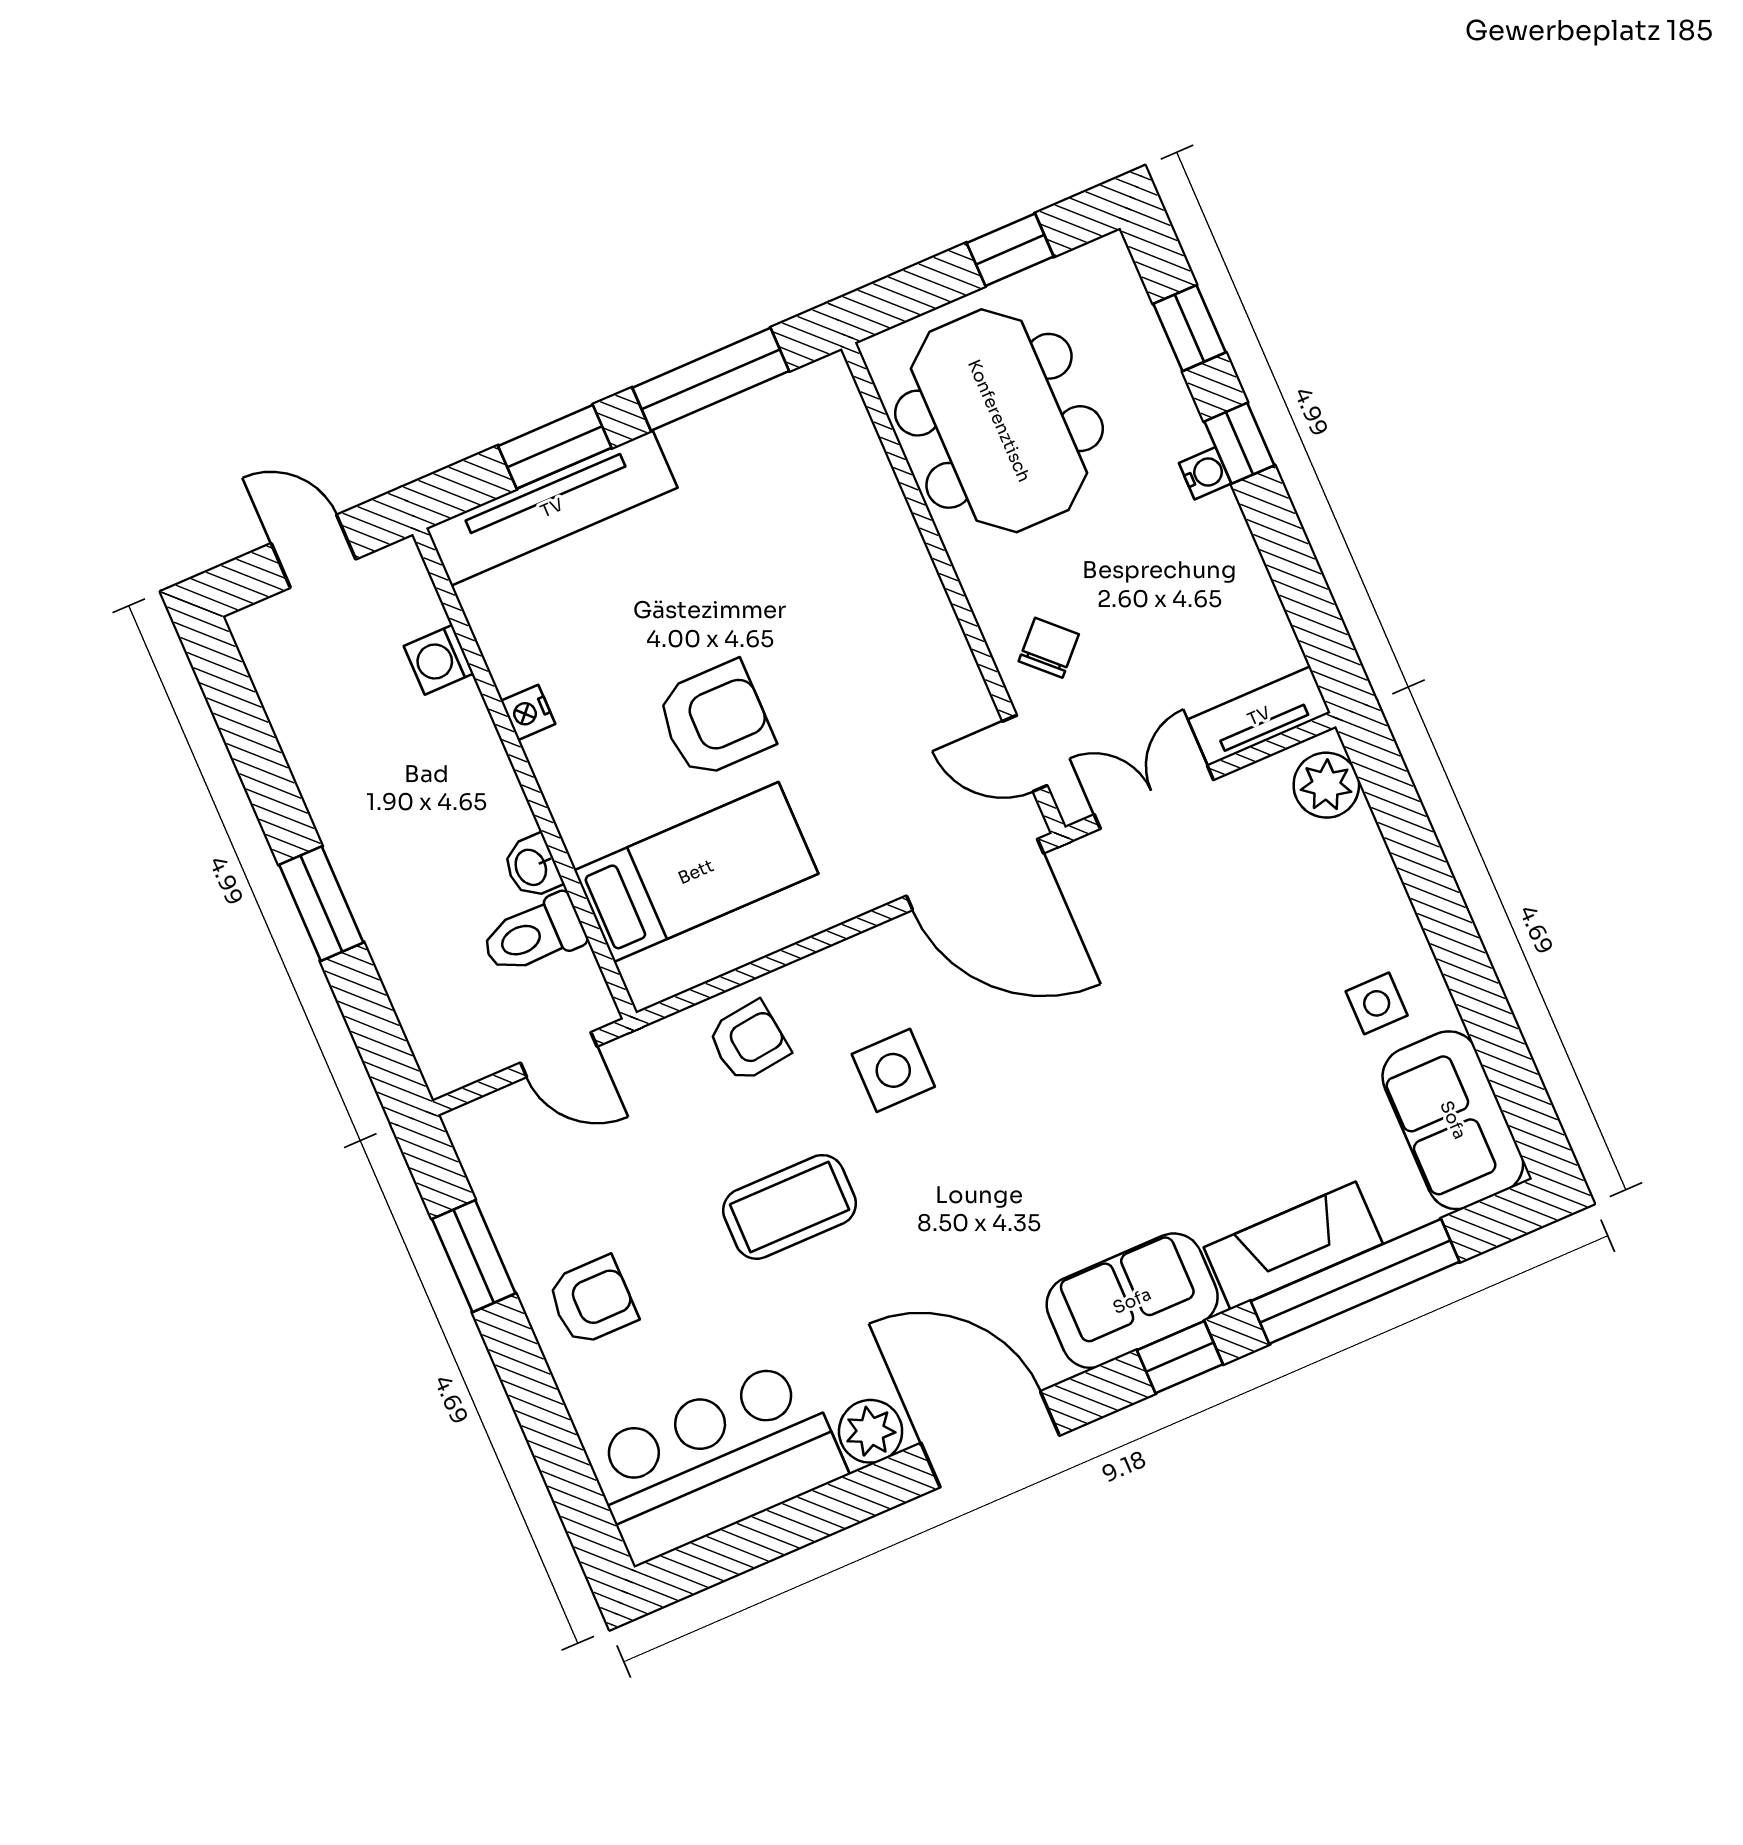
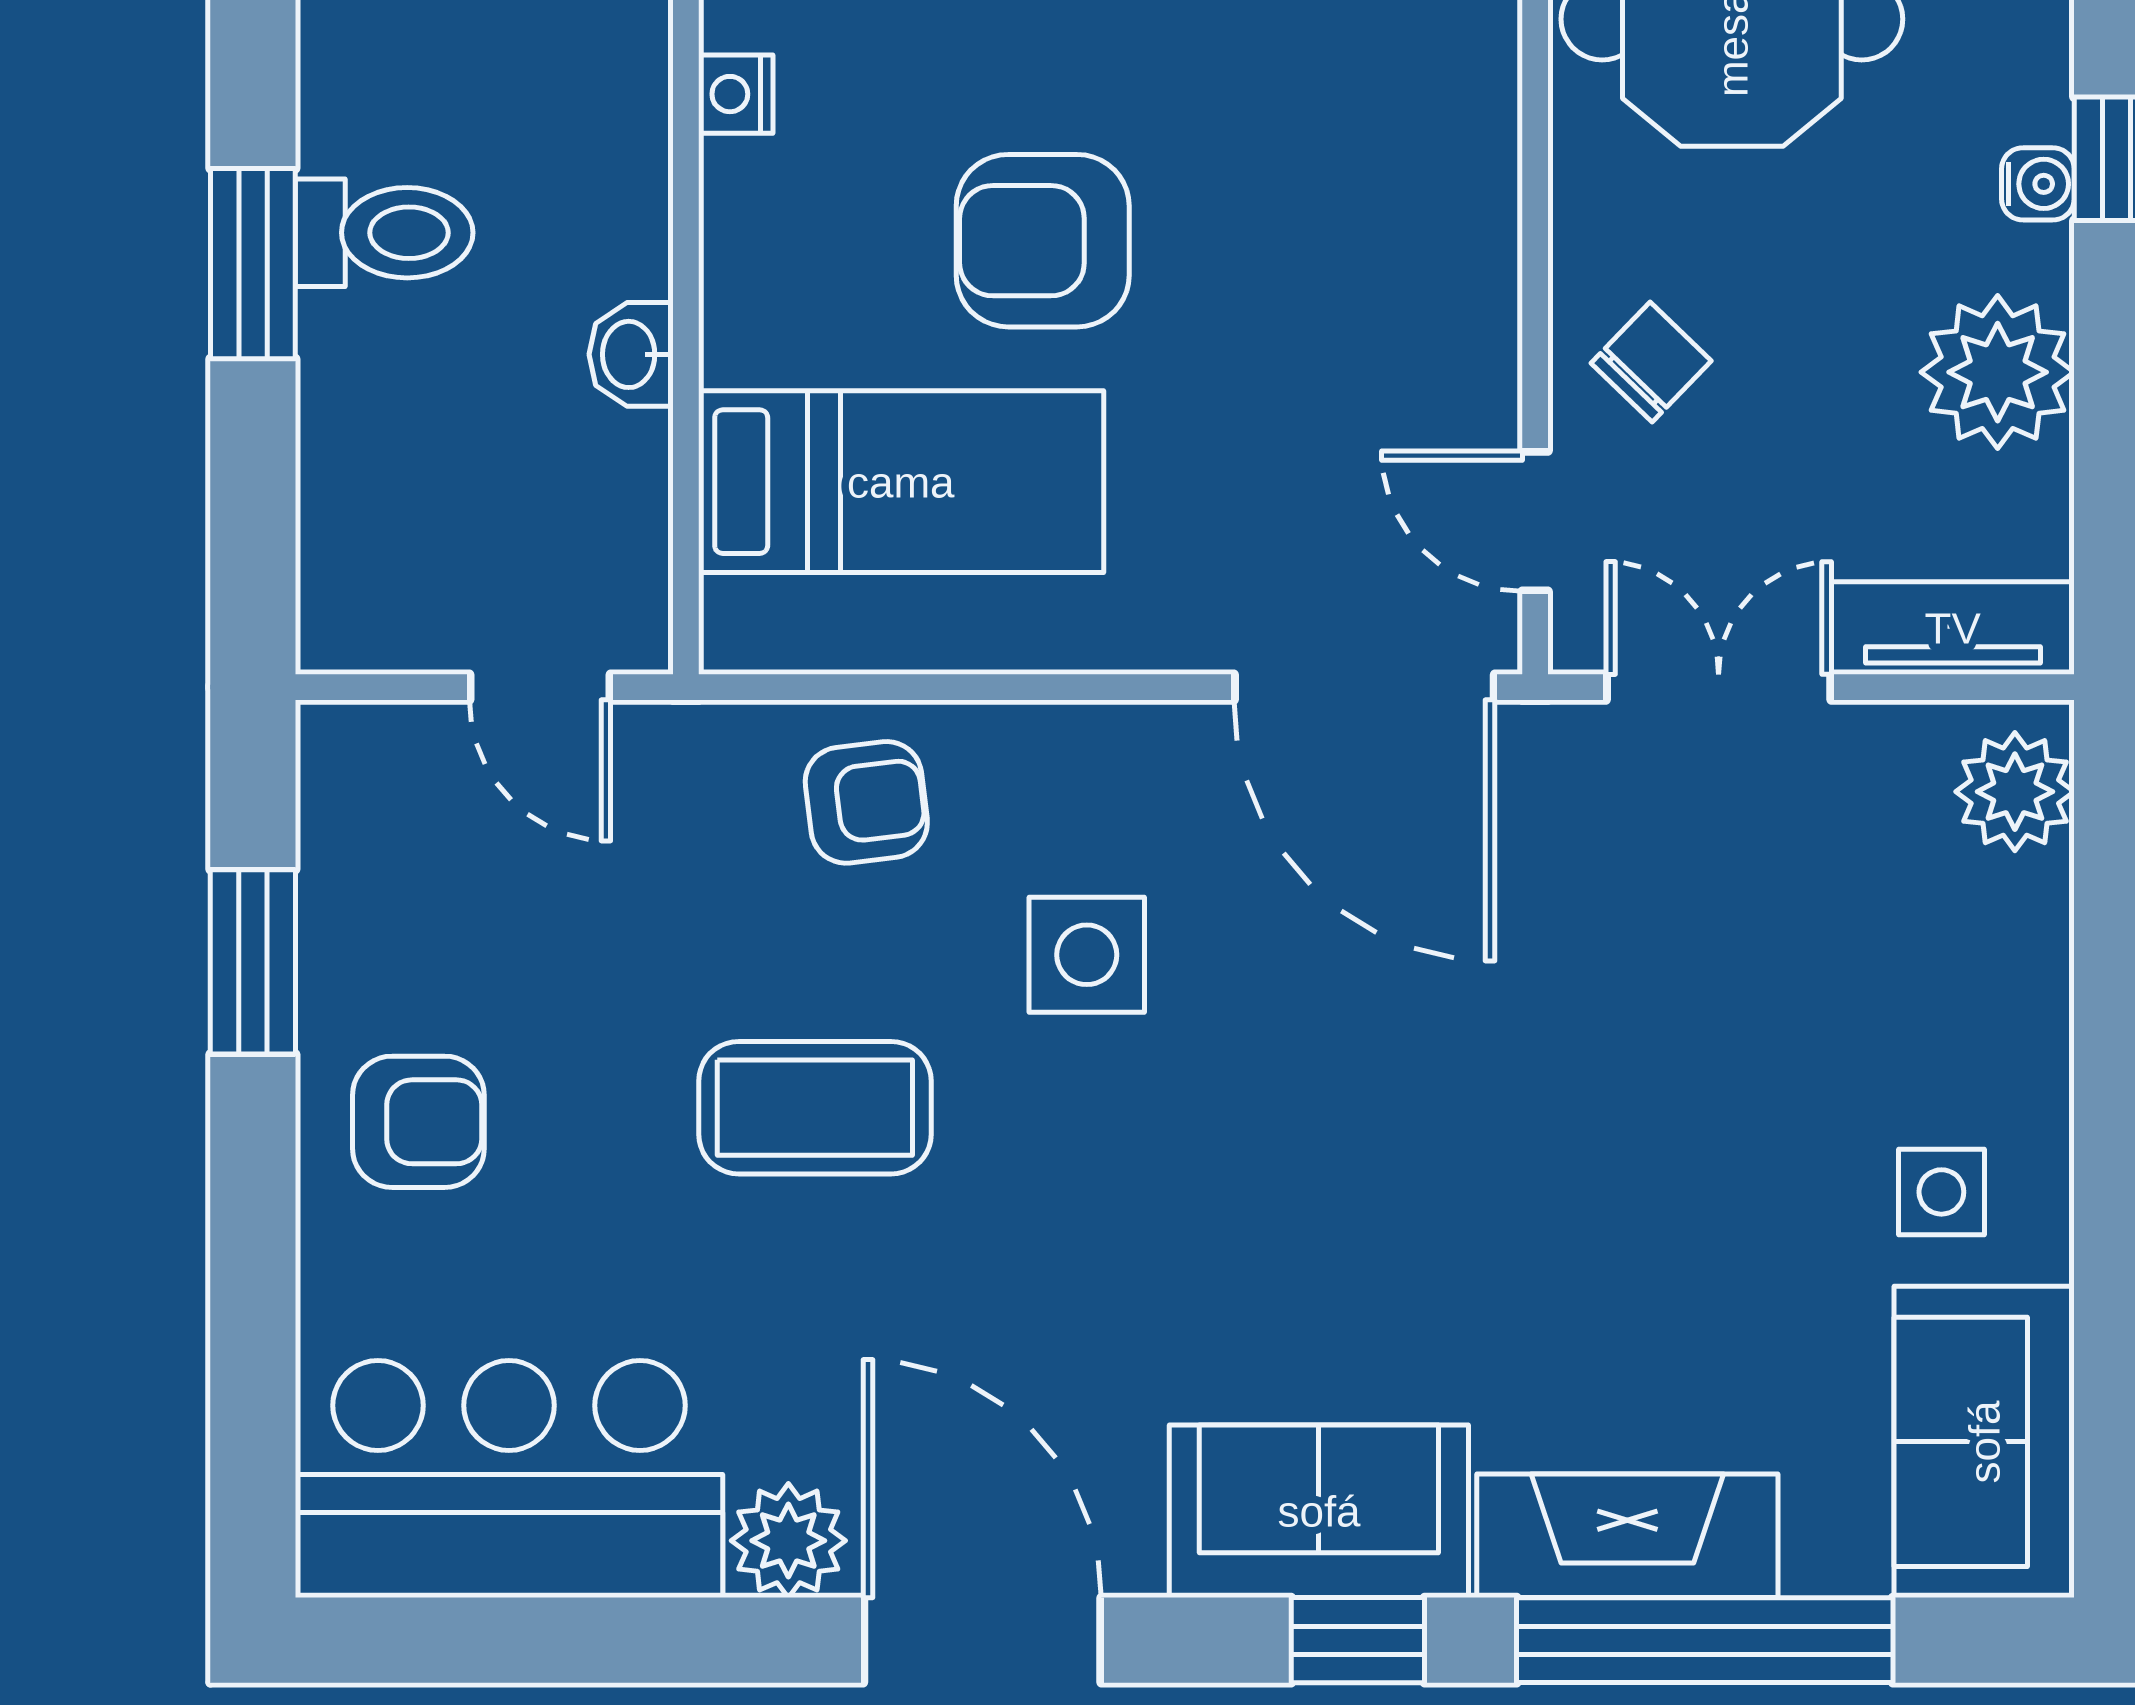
plant: (1226, 577) -> (1998, 372), added
armchair: (715, 719) -> (1043, 241), turned 180
toilet: (533, 935) -> (384, 233), moved, turned 180

